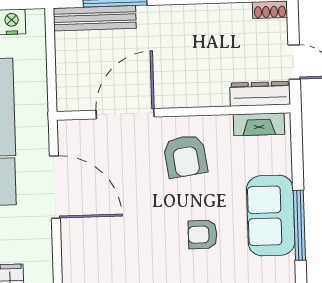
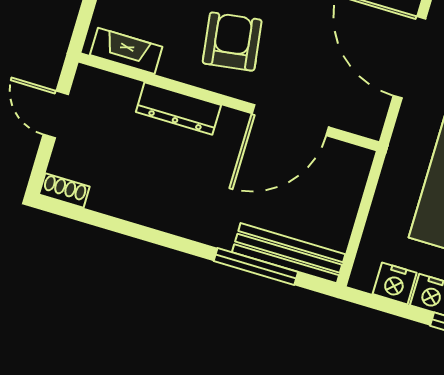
dresser: (260, 94) -> (178, 109), moved

